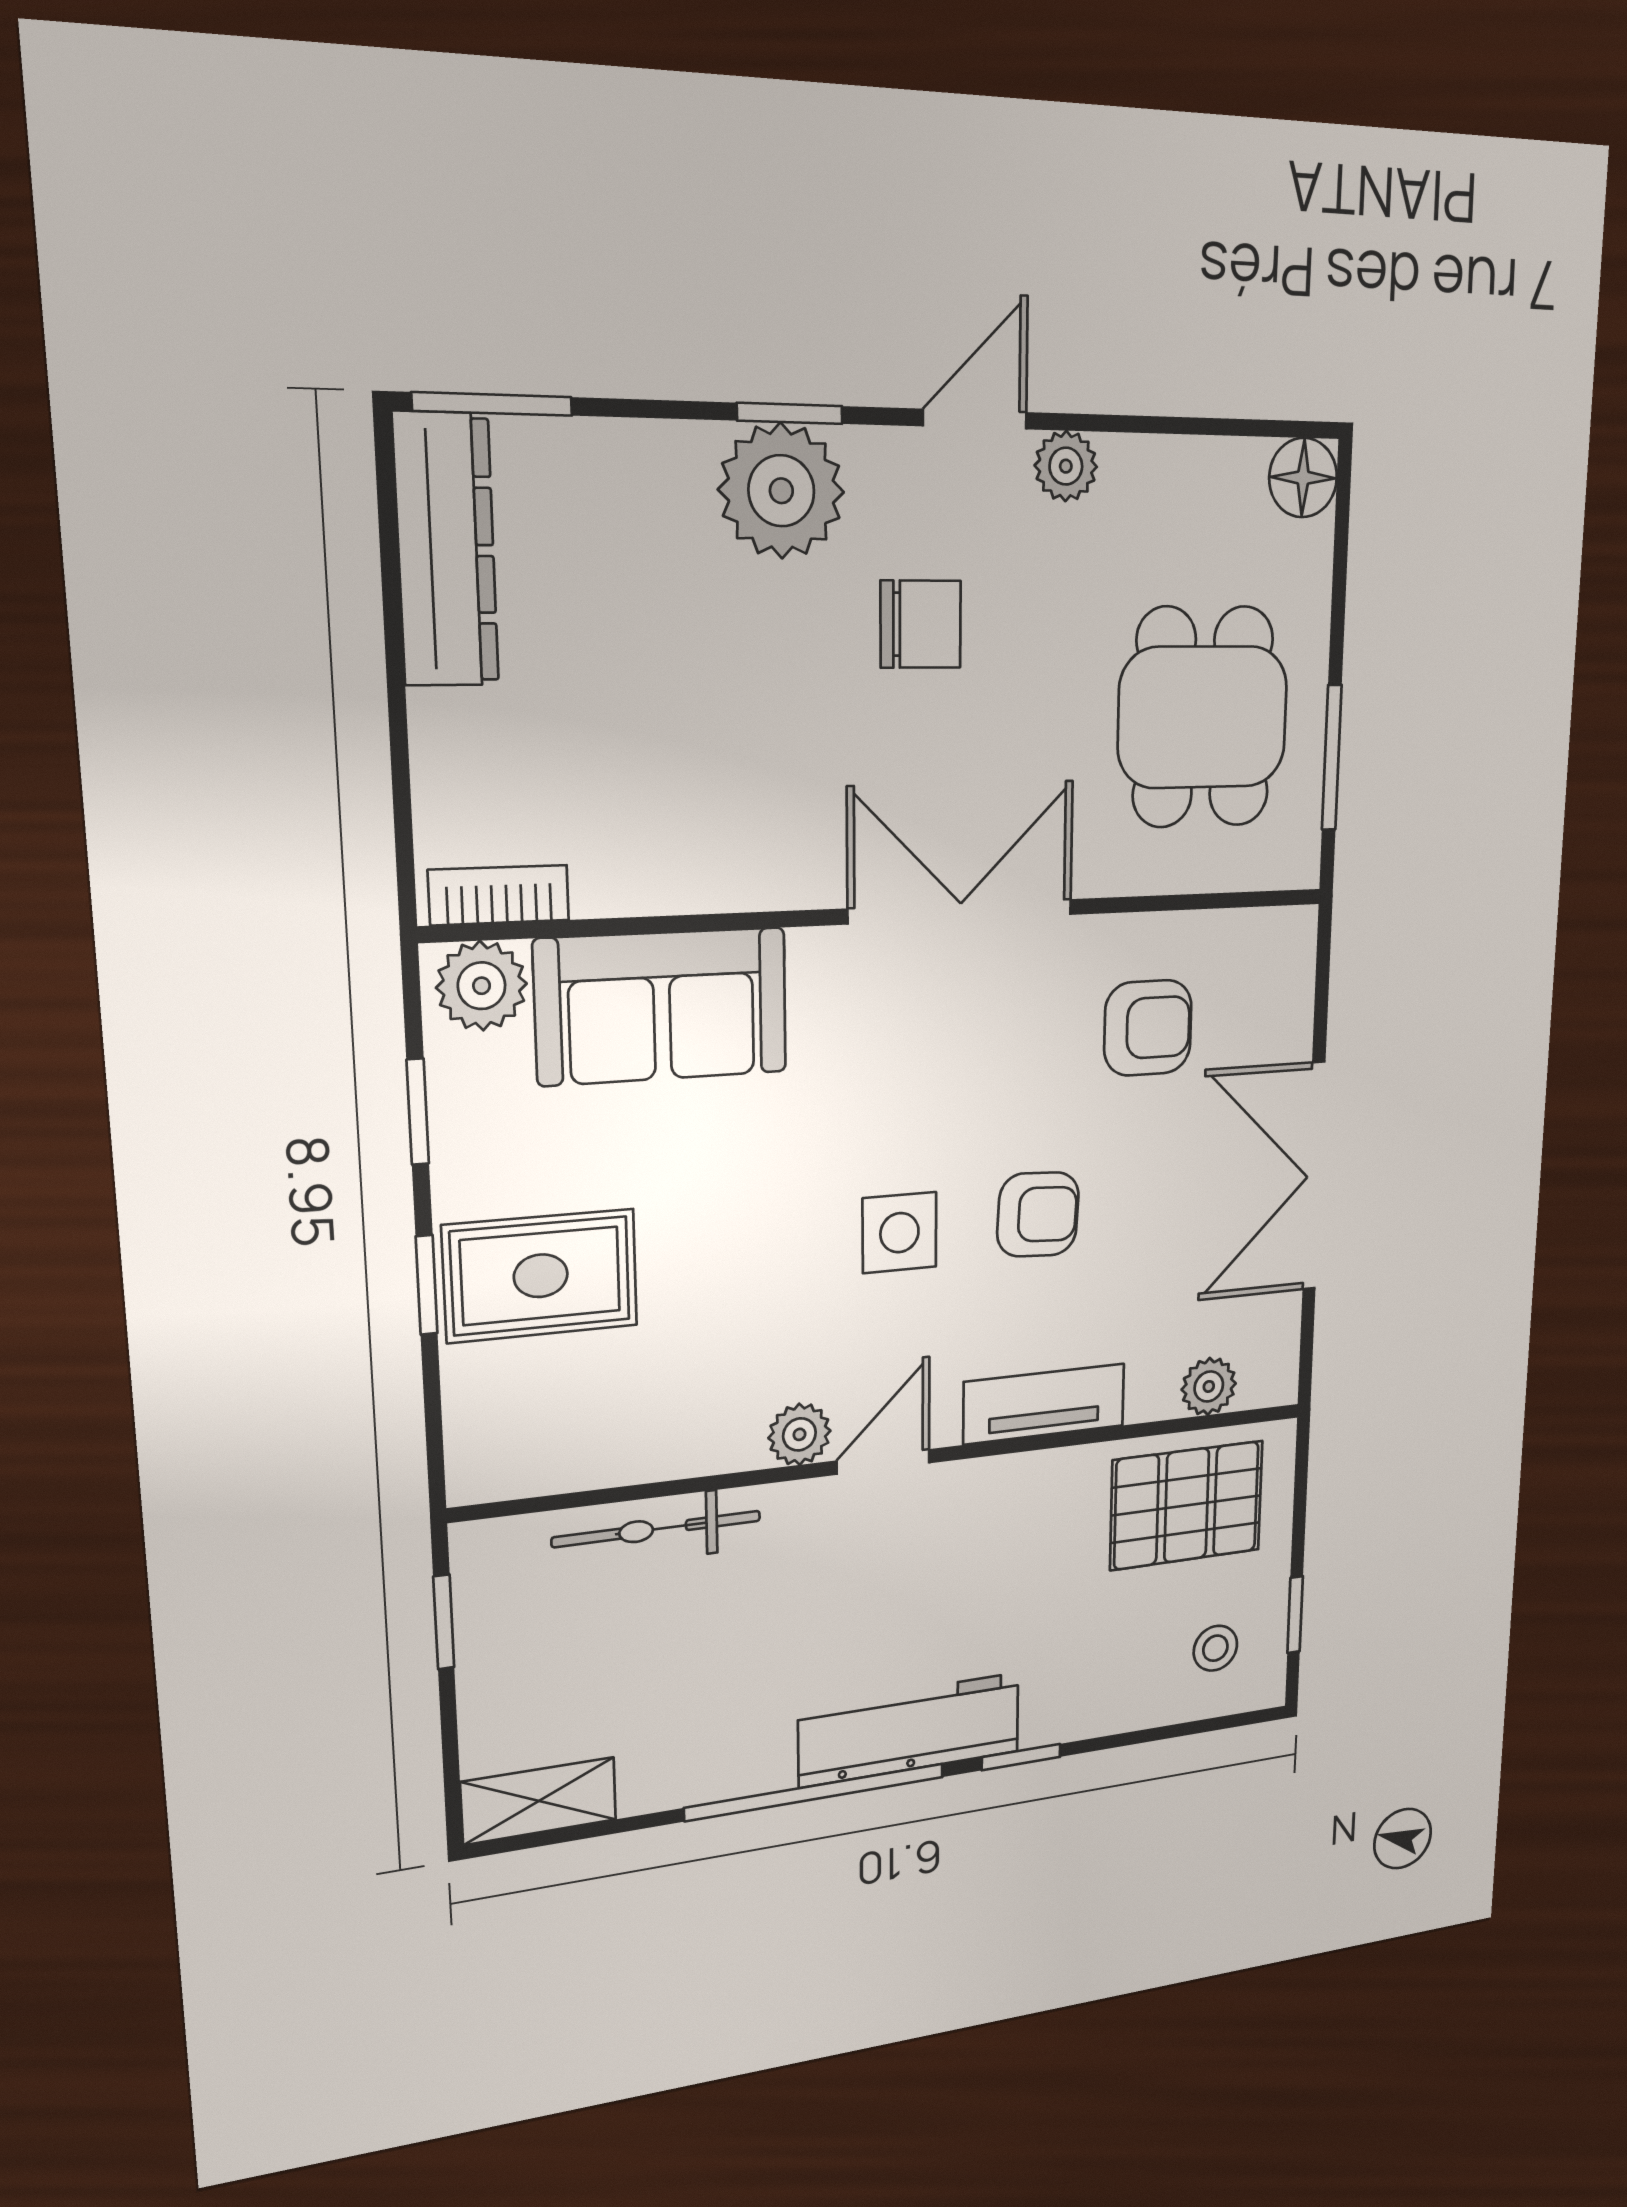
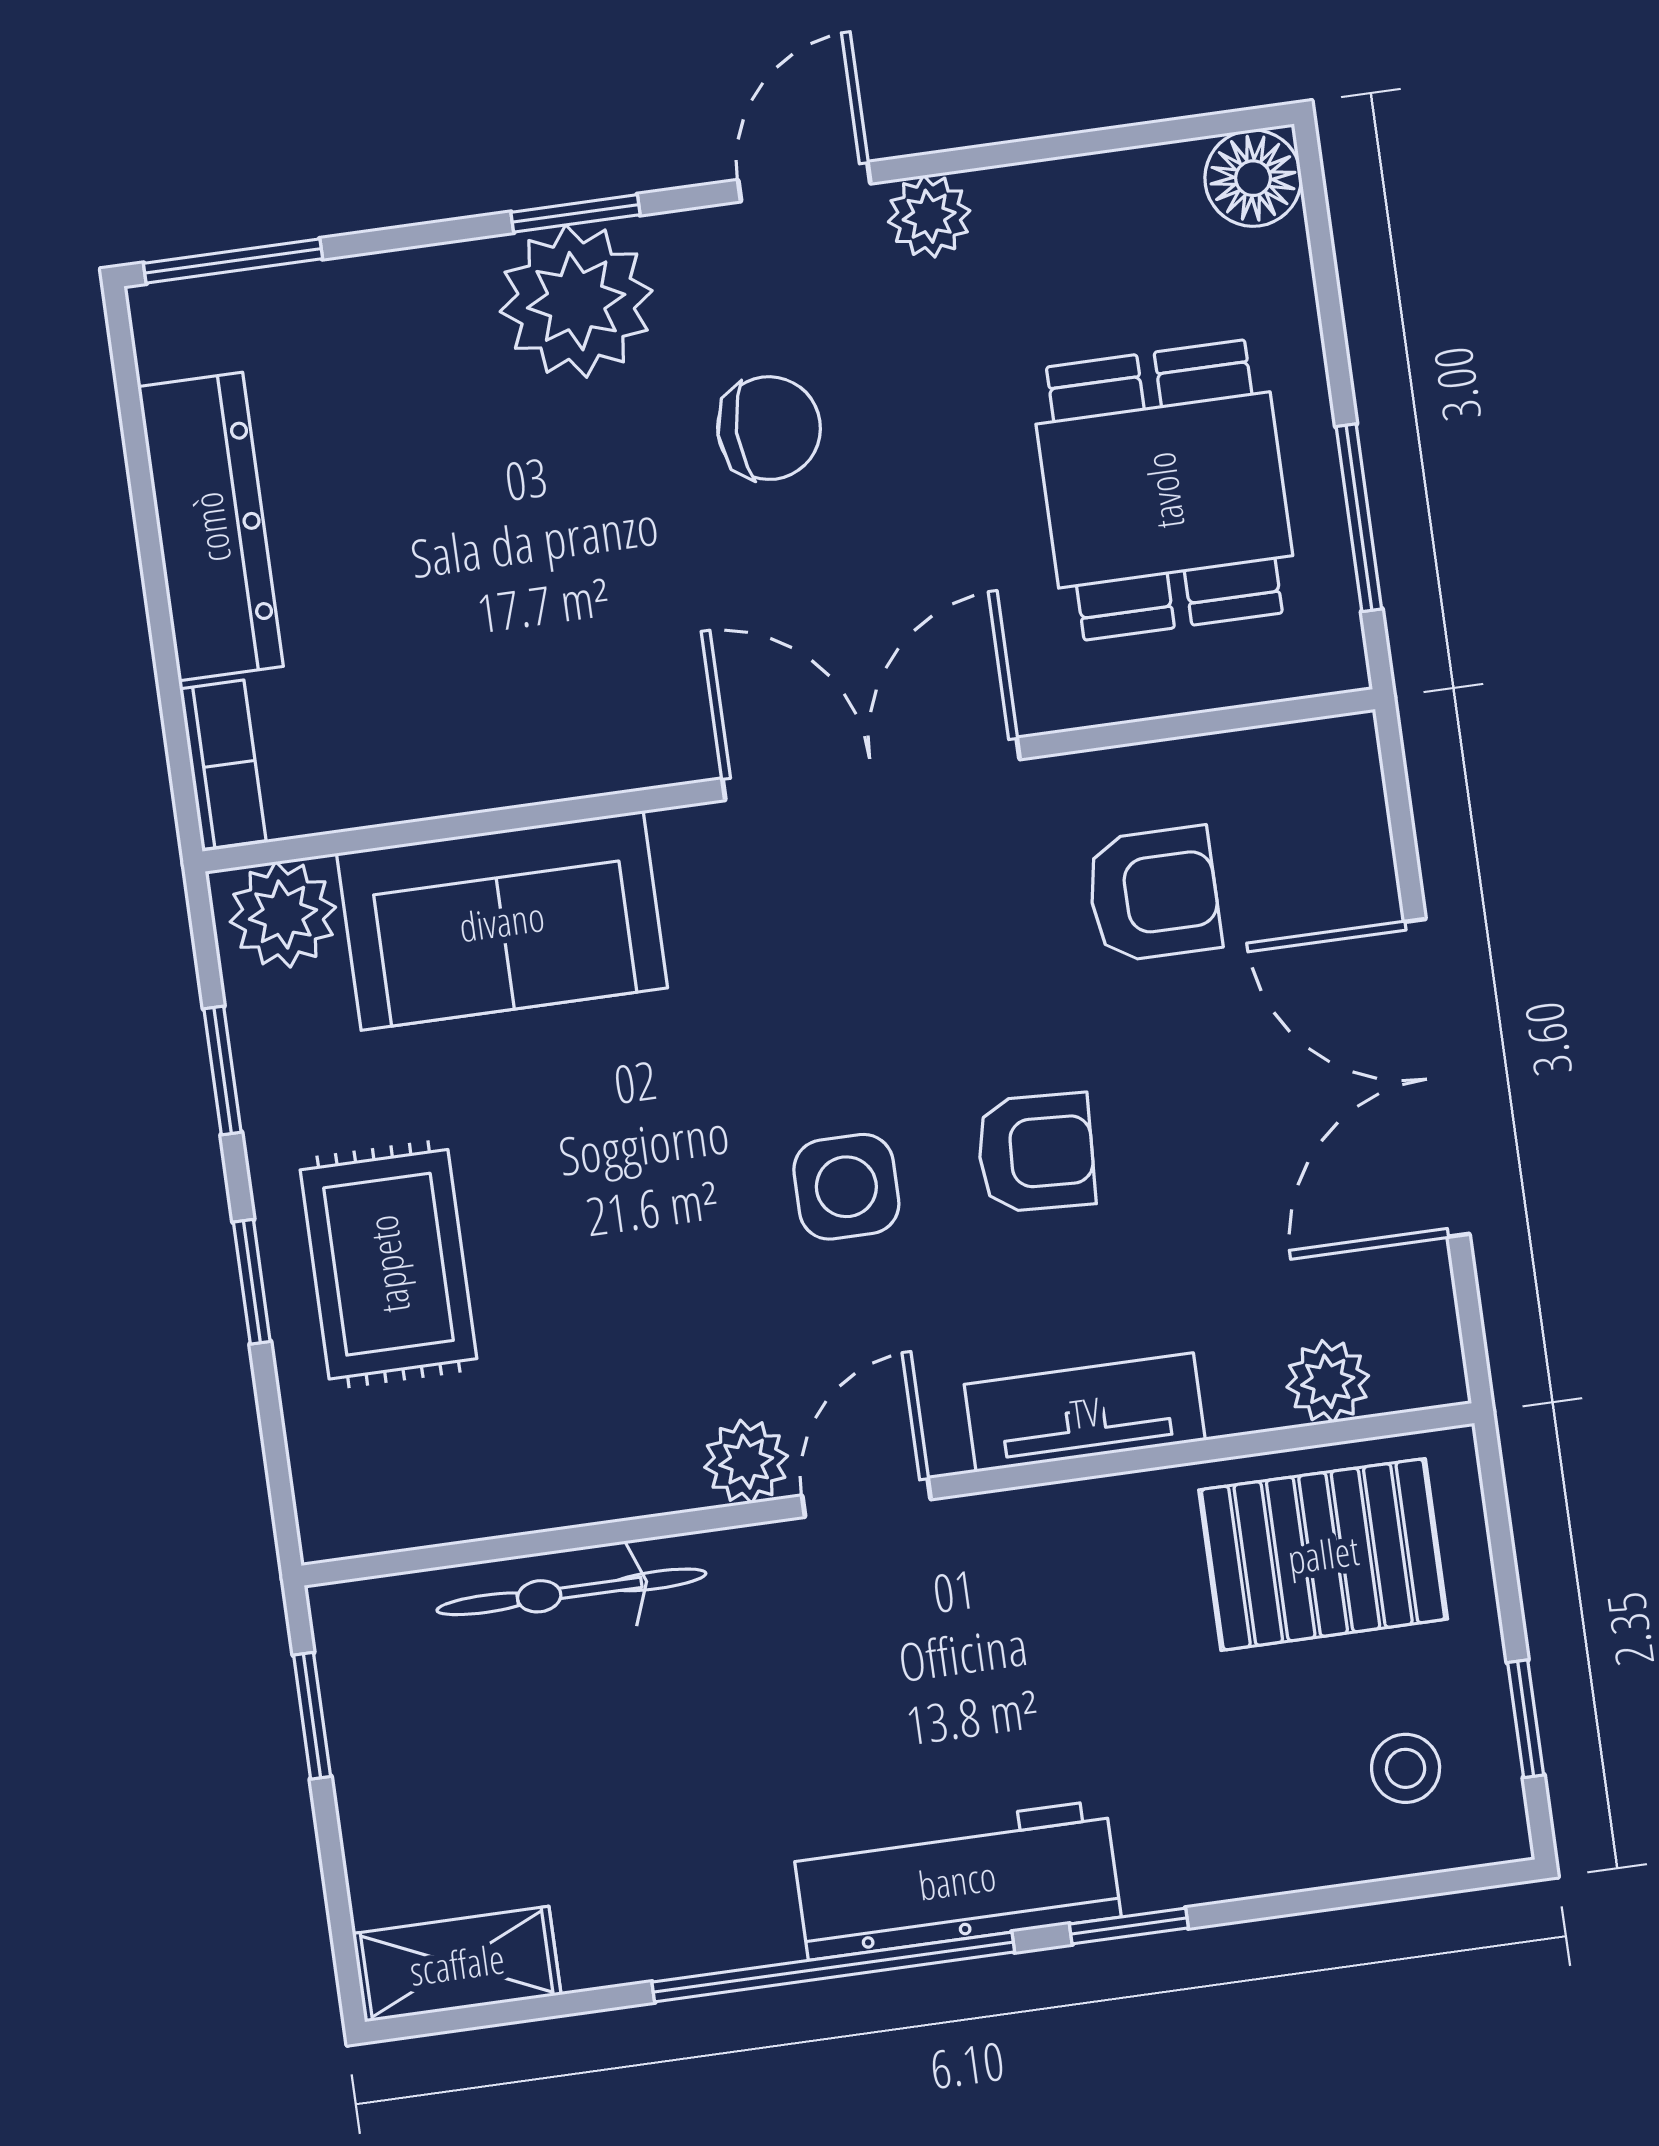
dresser: (446, 550) -> (211, 527), moved
bookcase: (499, 895) -> (223, 765), moved, turned 90
rug: (541, 1276) -> (388, 1264), turned 90

